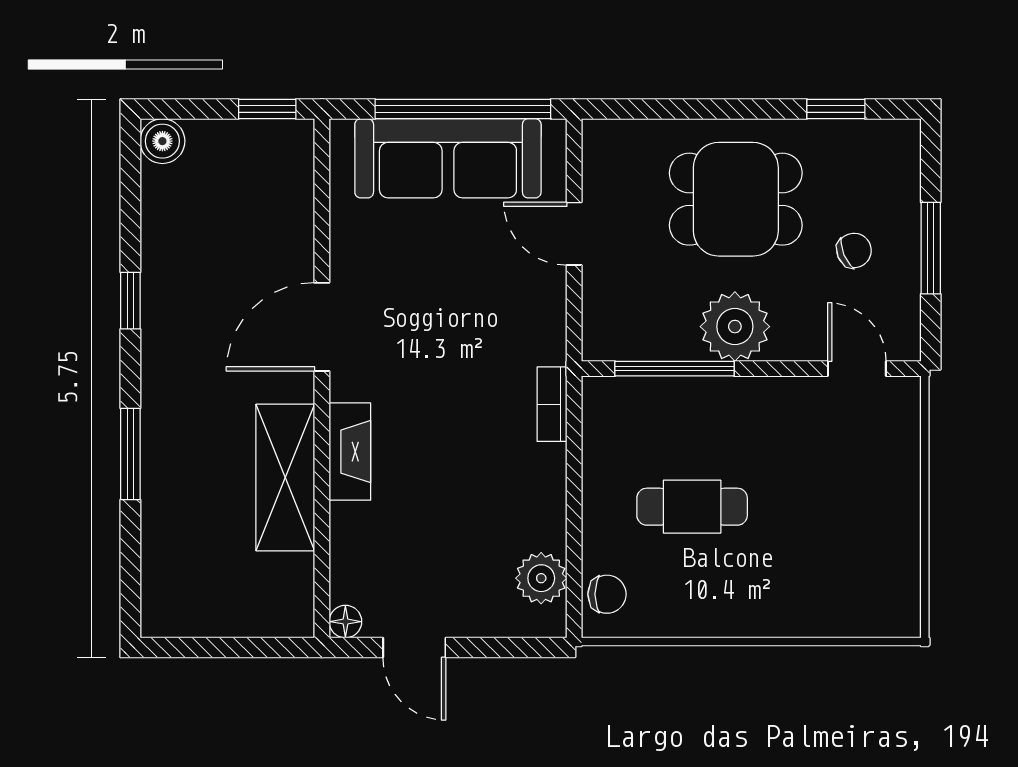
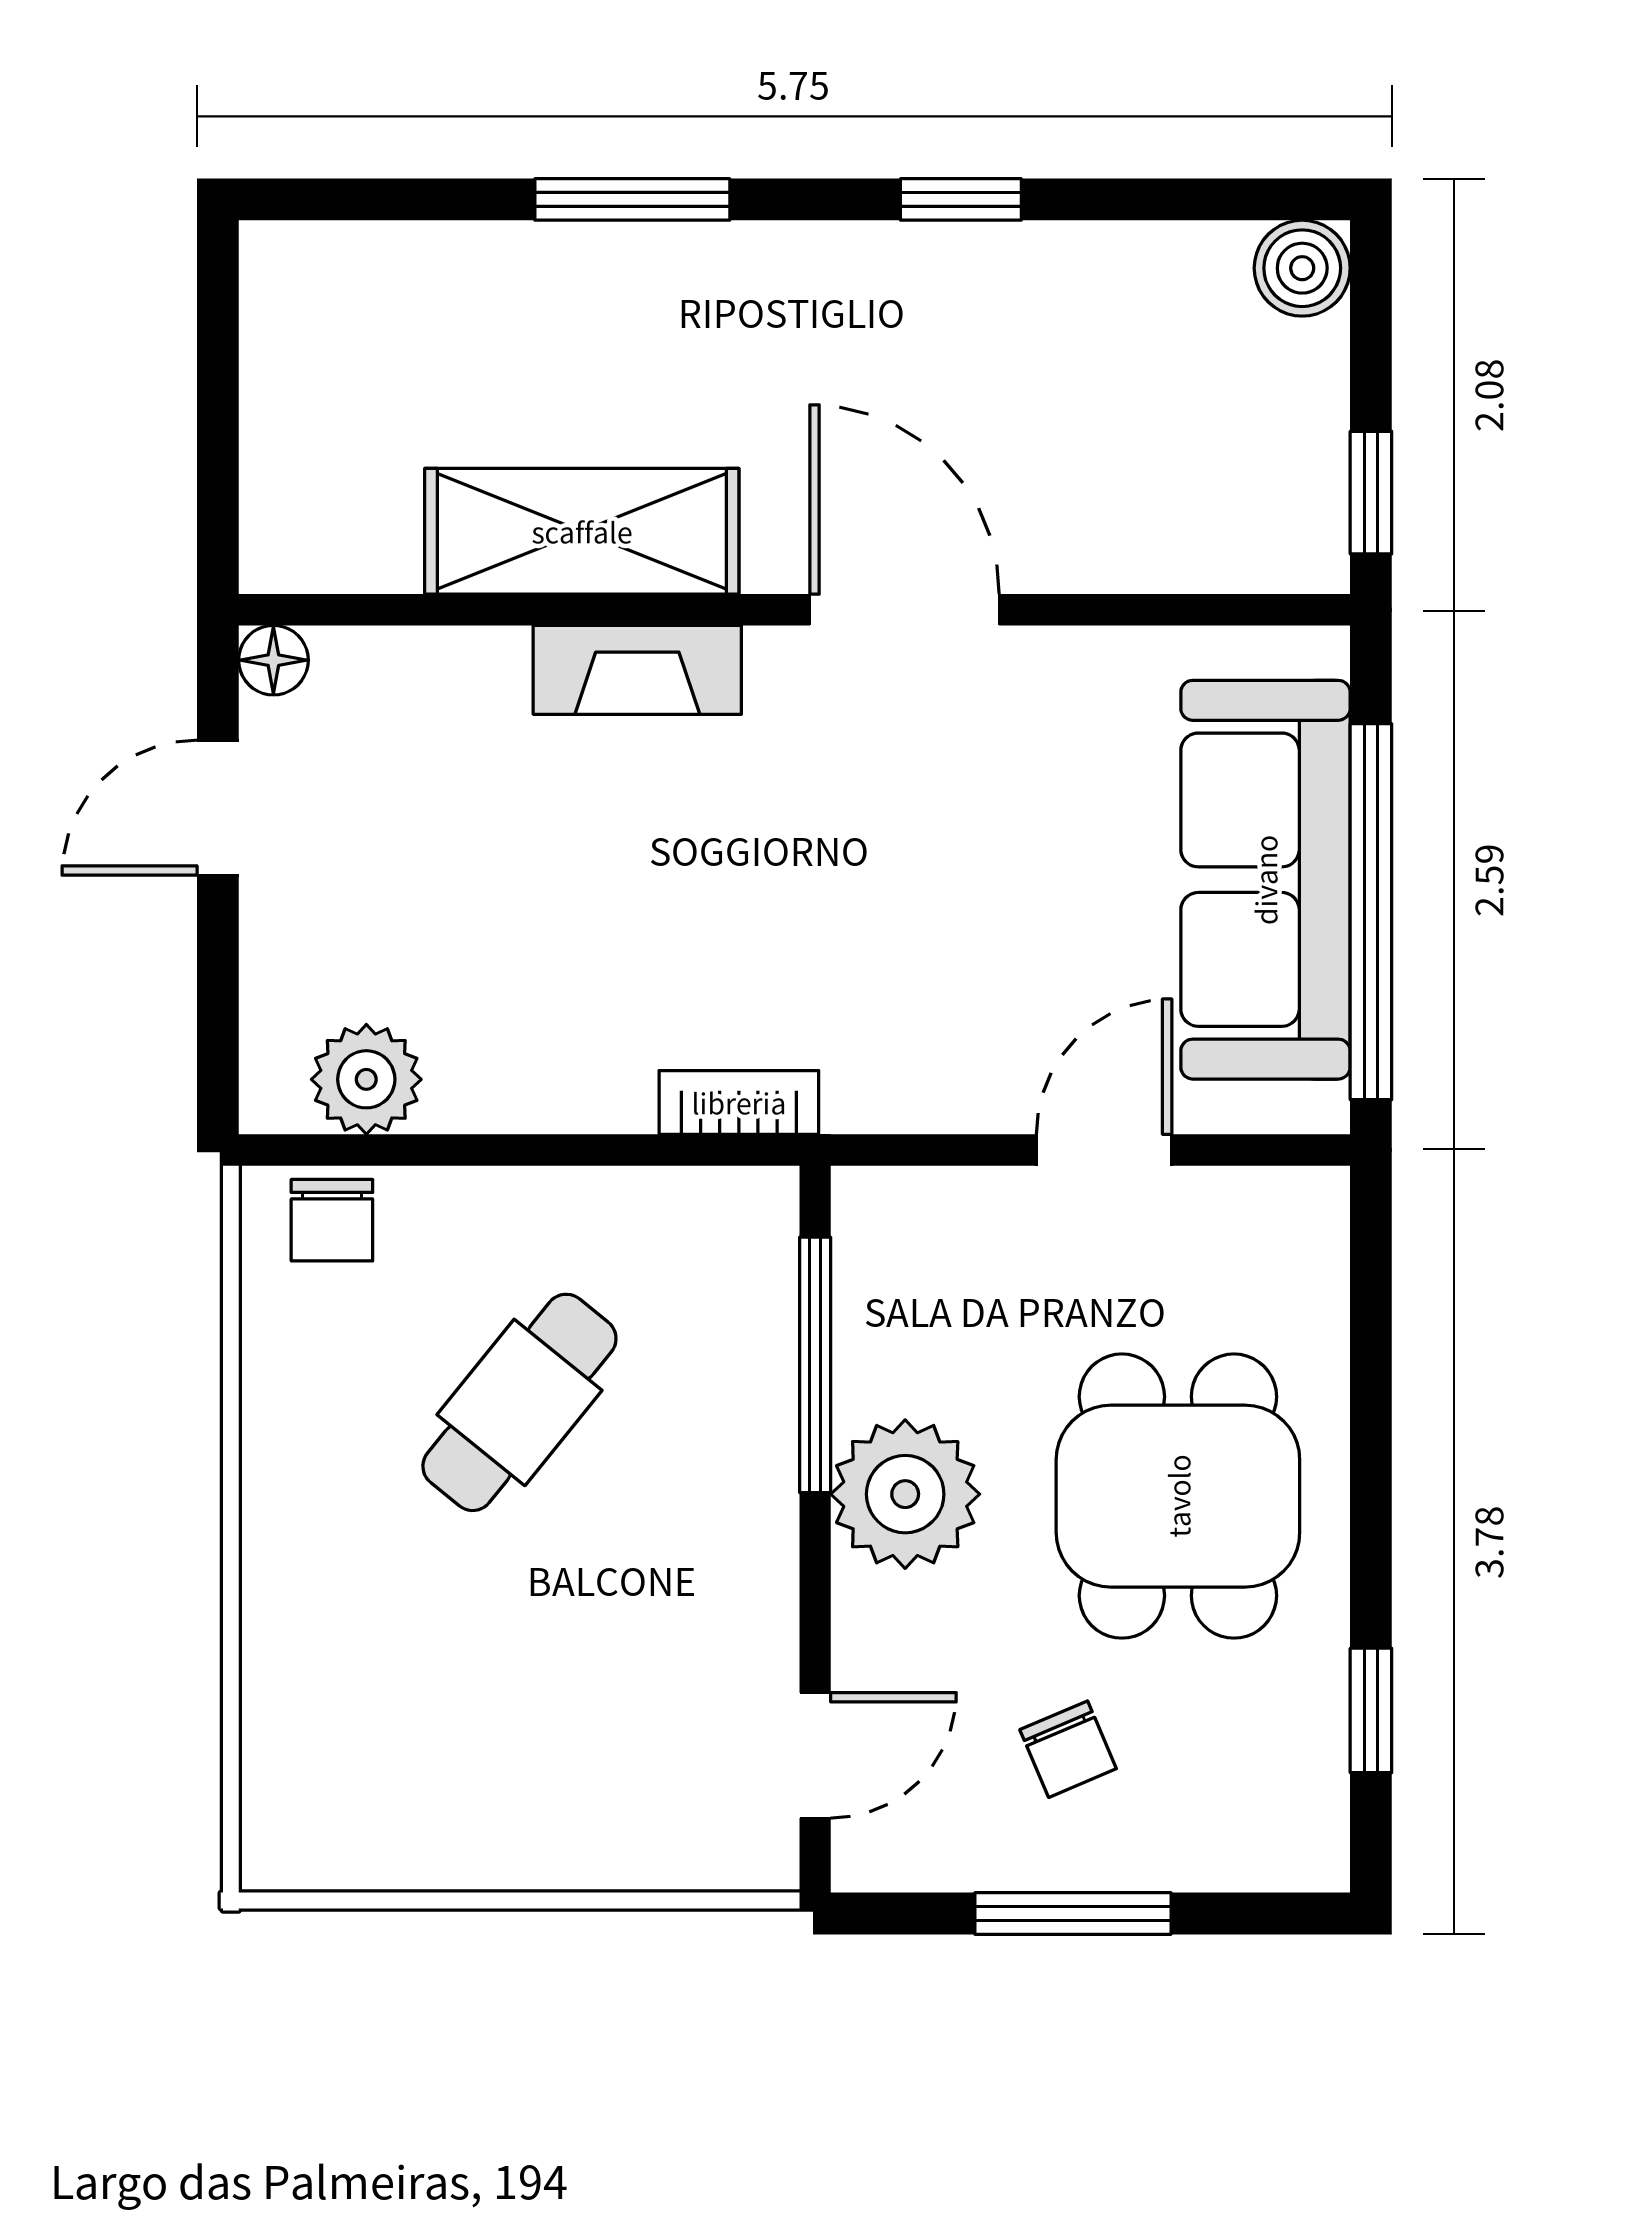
cafe table: (692, 507) -> (519, 1402), turned 39

